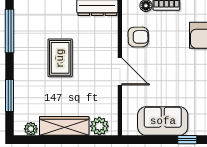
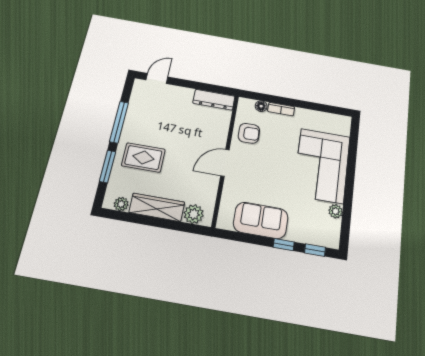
window: (10, 31) -> (119, 122), moved
rug: (60, 58) -> (143, 157), moved, turned 90
door: (120, 71) -> (225, 163), swing flipped

